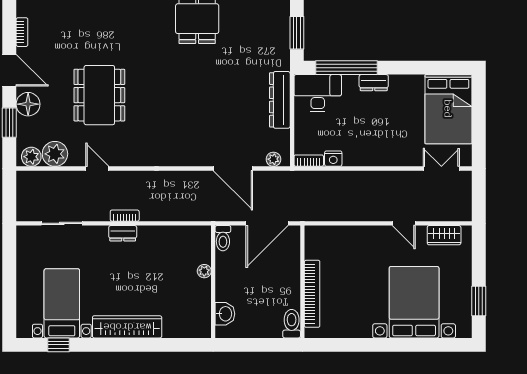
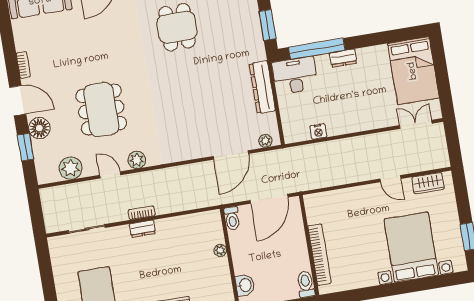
plant: (31, 157) -> (137, 160), moved
bookcase: (309, 161) -> (297, 137), removed
door: (233, 169) -> (231, 155), hinge flipped

